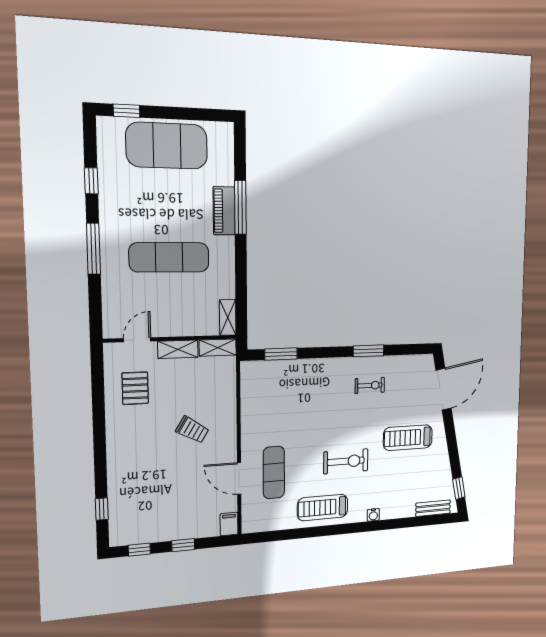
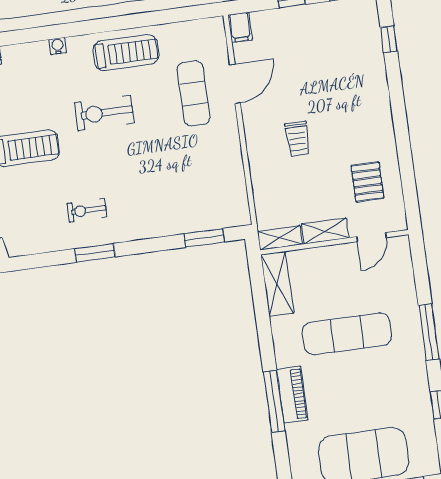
shelving: (228, 317) -> (277, 284), width x1.50, depth x1.33
trolley: (192, 430) -> (297, 139), turned -121
door: (239, 478) -> (235, 84), hinge flipped

